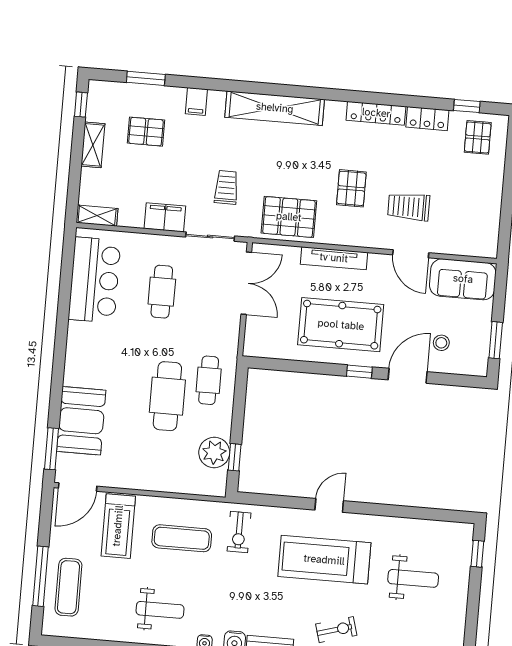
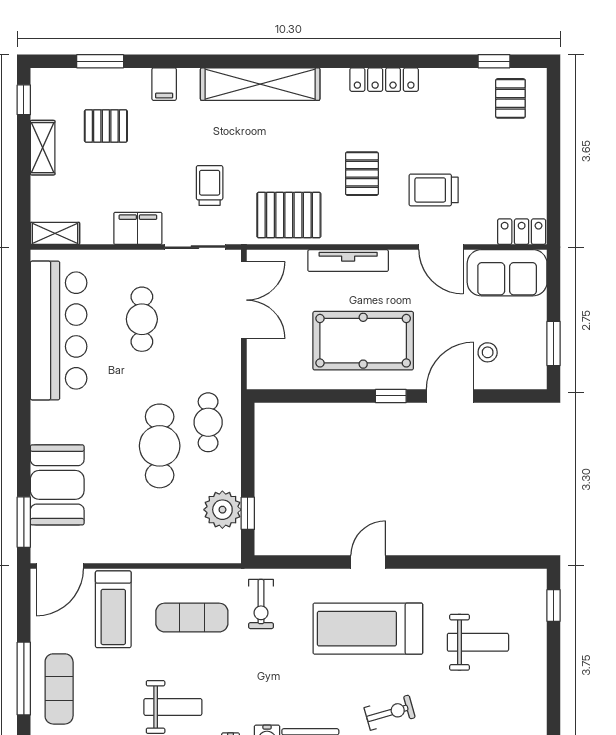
locker: (427, 119) -> (522, 232), moved, turned 180
bar counter: (94, 280) -> (59, 331), width x1.36

